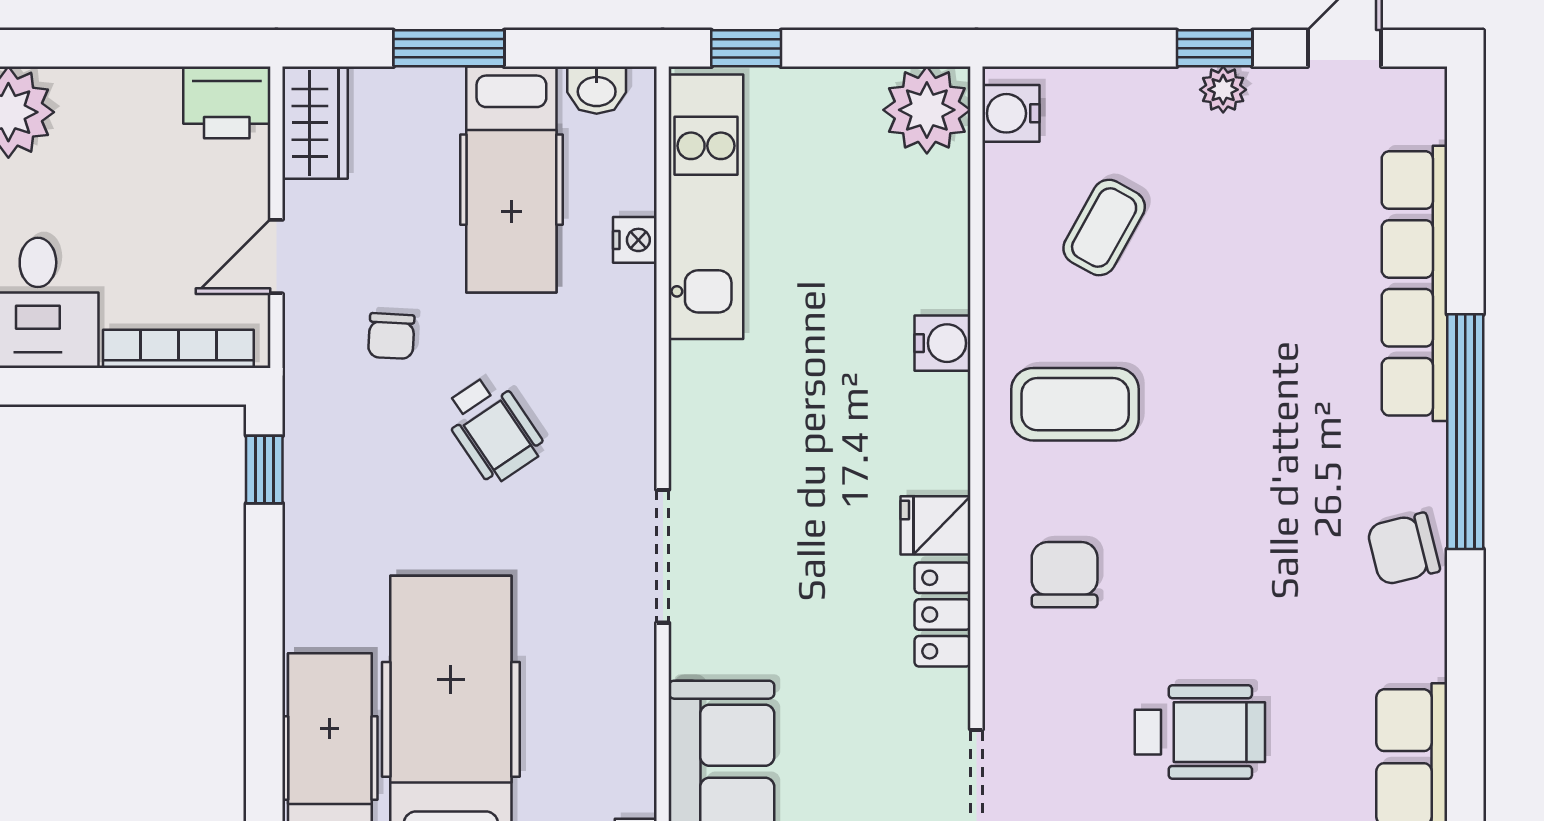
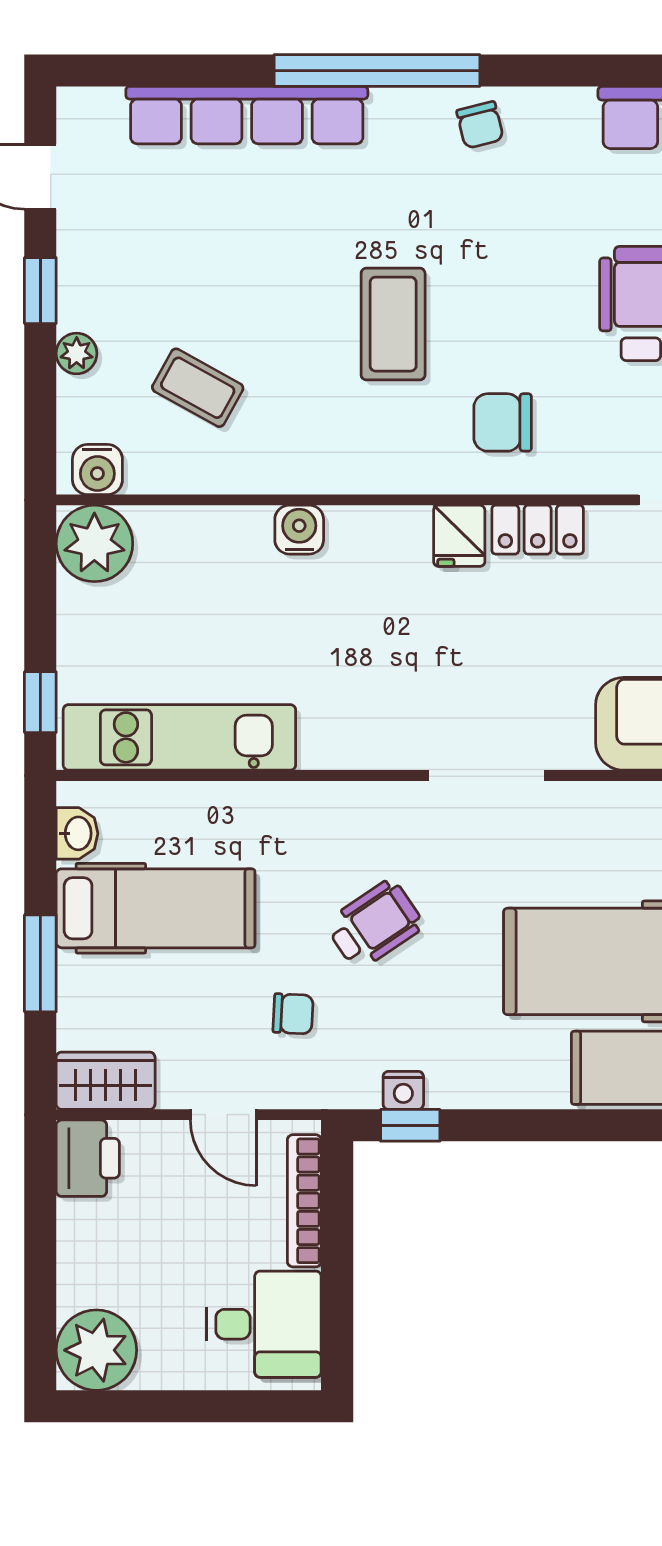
plant: (1223, 90) -> (77, 353), moved
nightstand: (635, 240) -> (403, 1090), moved, turned 180
coffee table: (1075, 404) -> (393, 324), moved
chair: (1403, 549) -> (480, 125), width x0.73, depth x0.73

